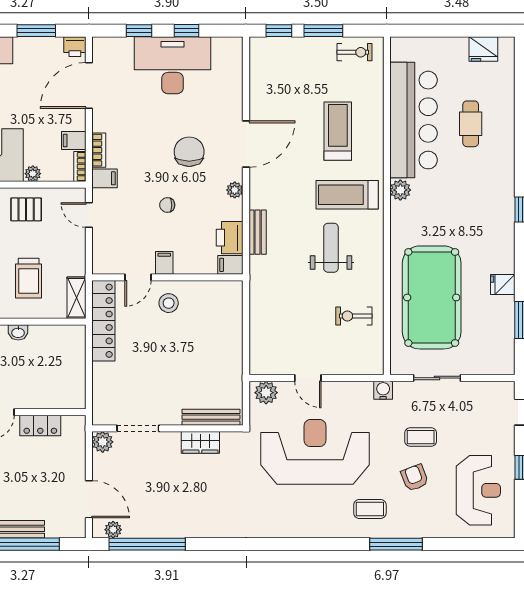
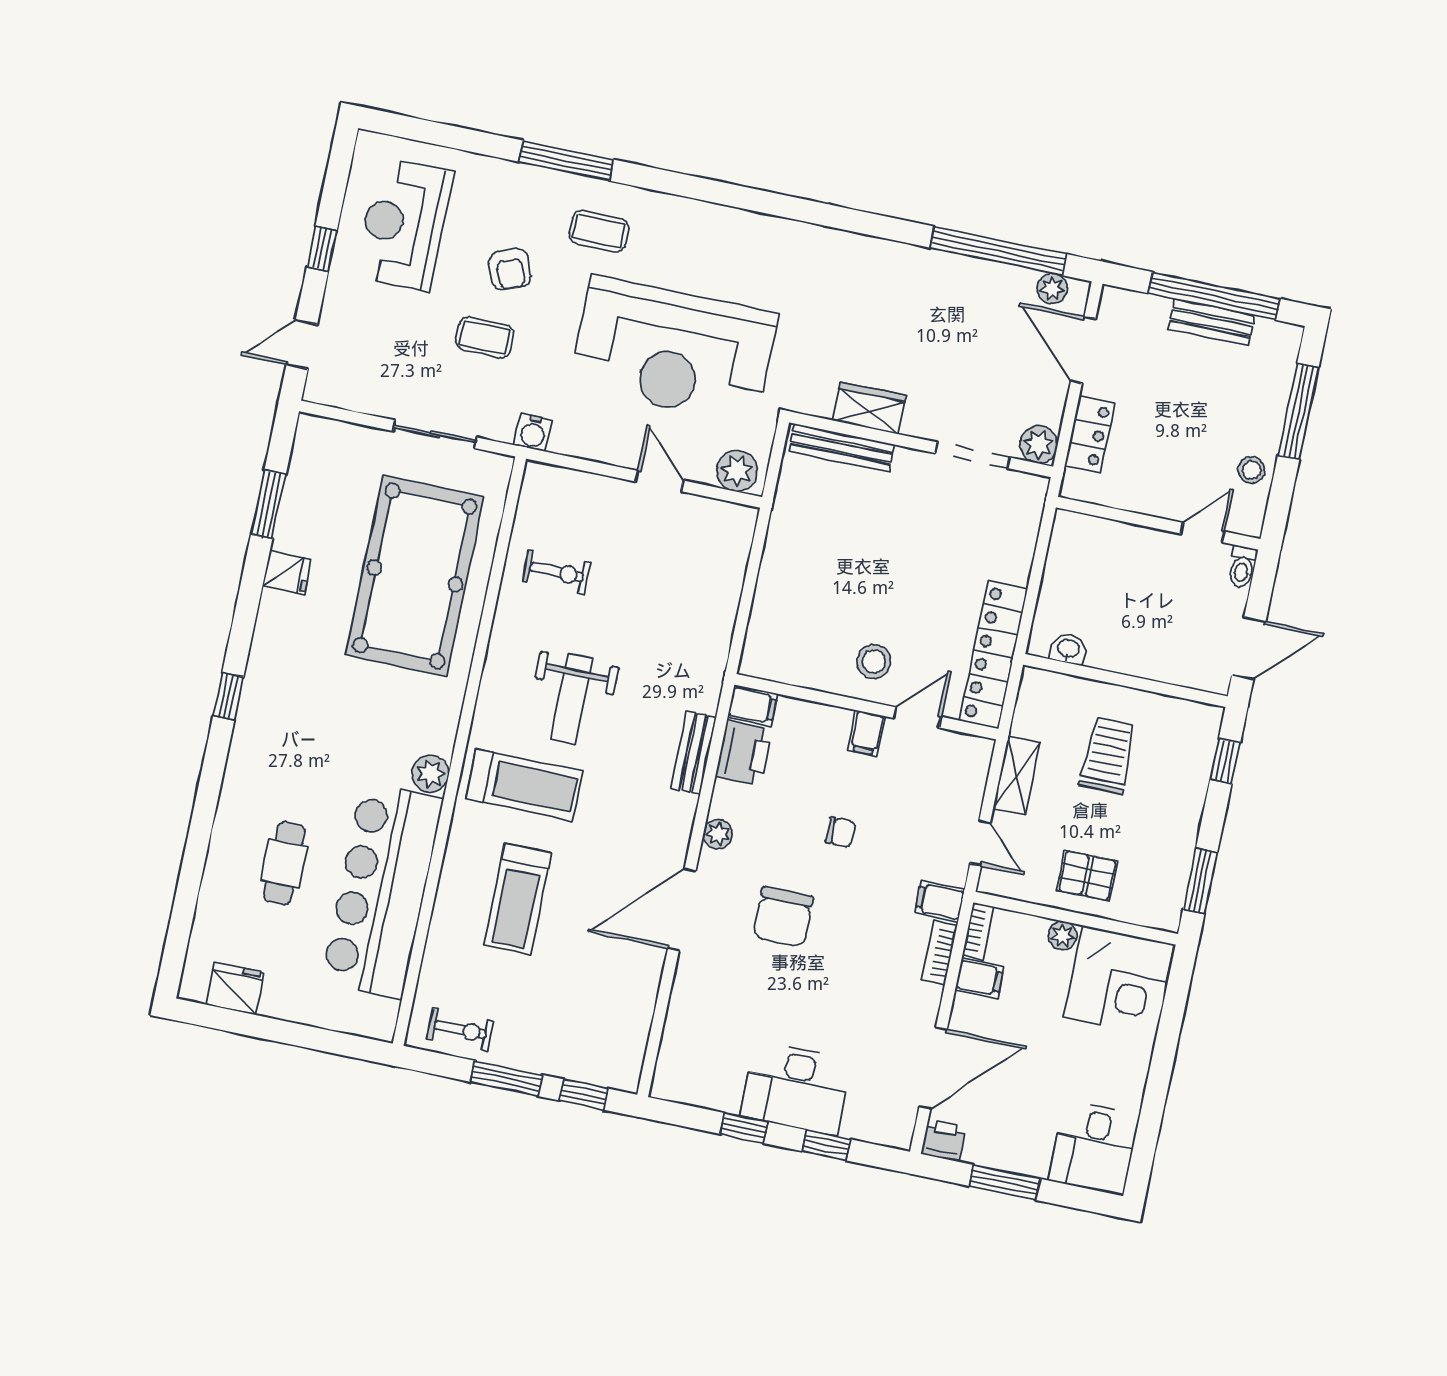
exercise bike: (354, 52) -> (460, 1030), turned 180
desk: (173, 65) -> (796, 1088), width x0.73, depth x0.77
shelving: (77, 298) -> (1017, 776), moved
washbasin: (18, 332) -> (1068, 649), moved
locker: (40, 426) -> (1090, 434), moved, turned 90

